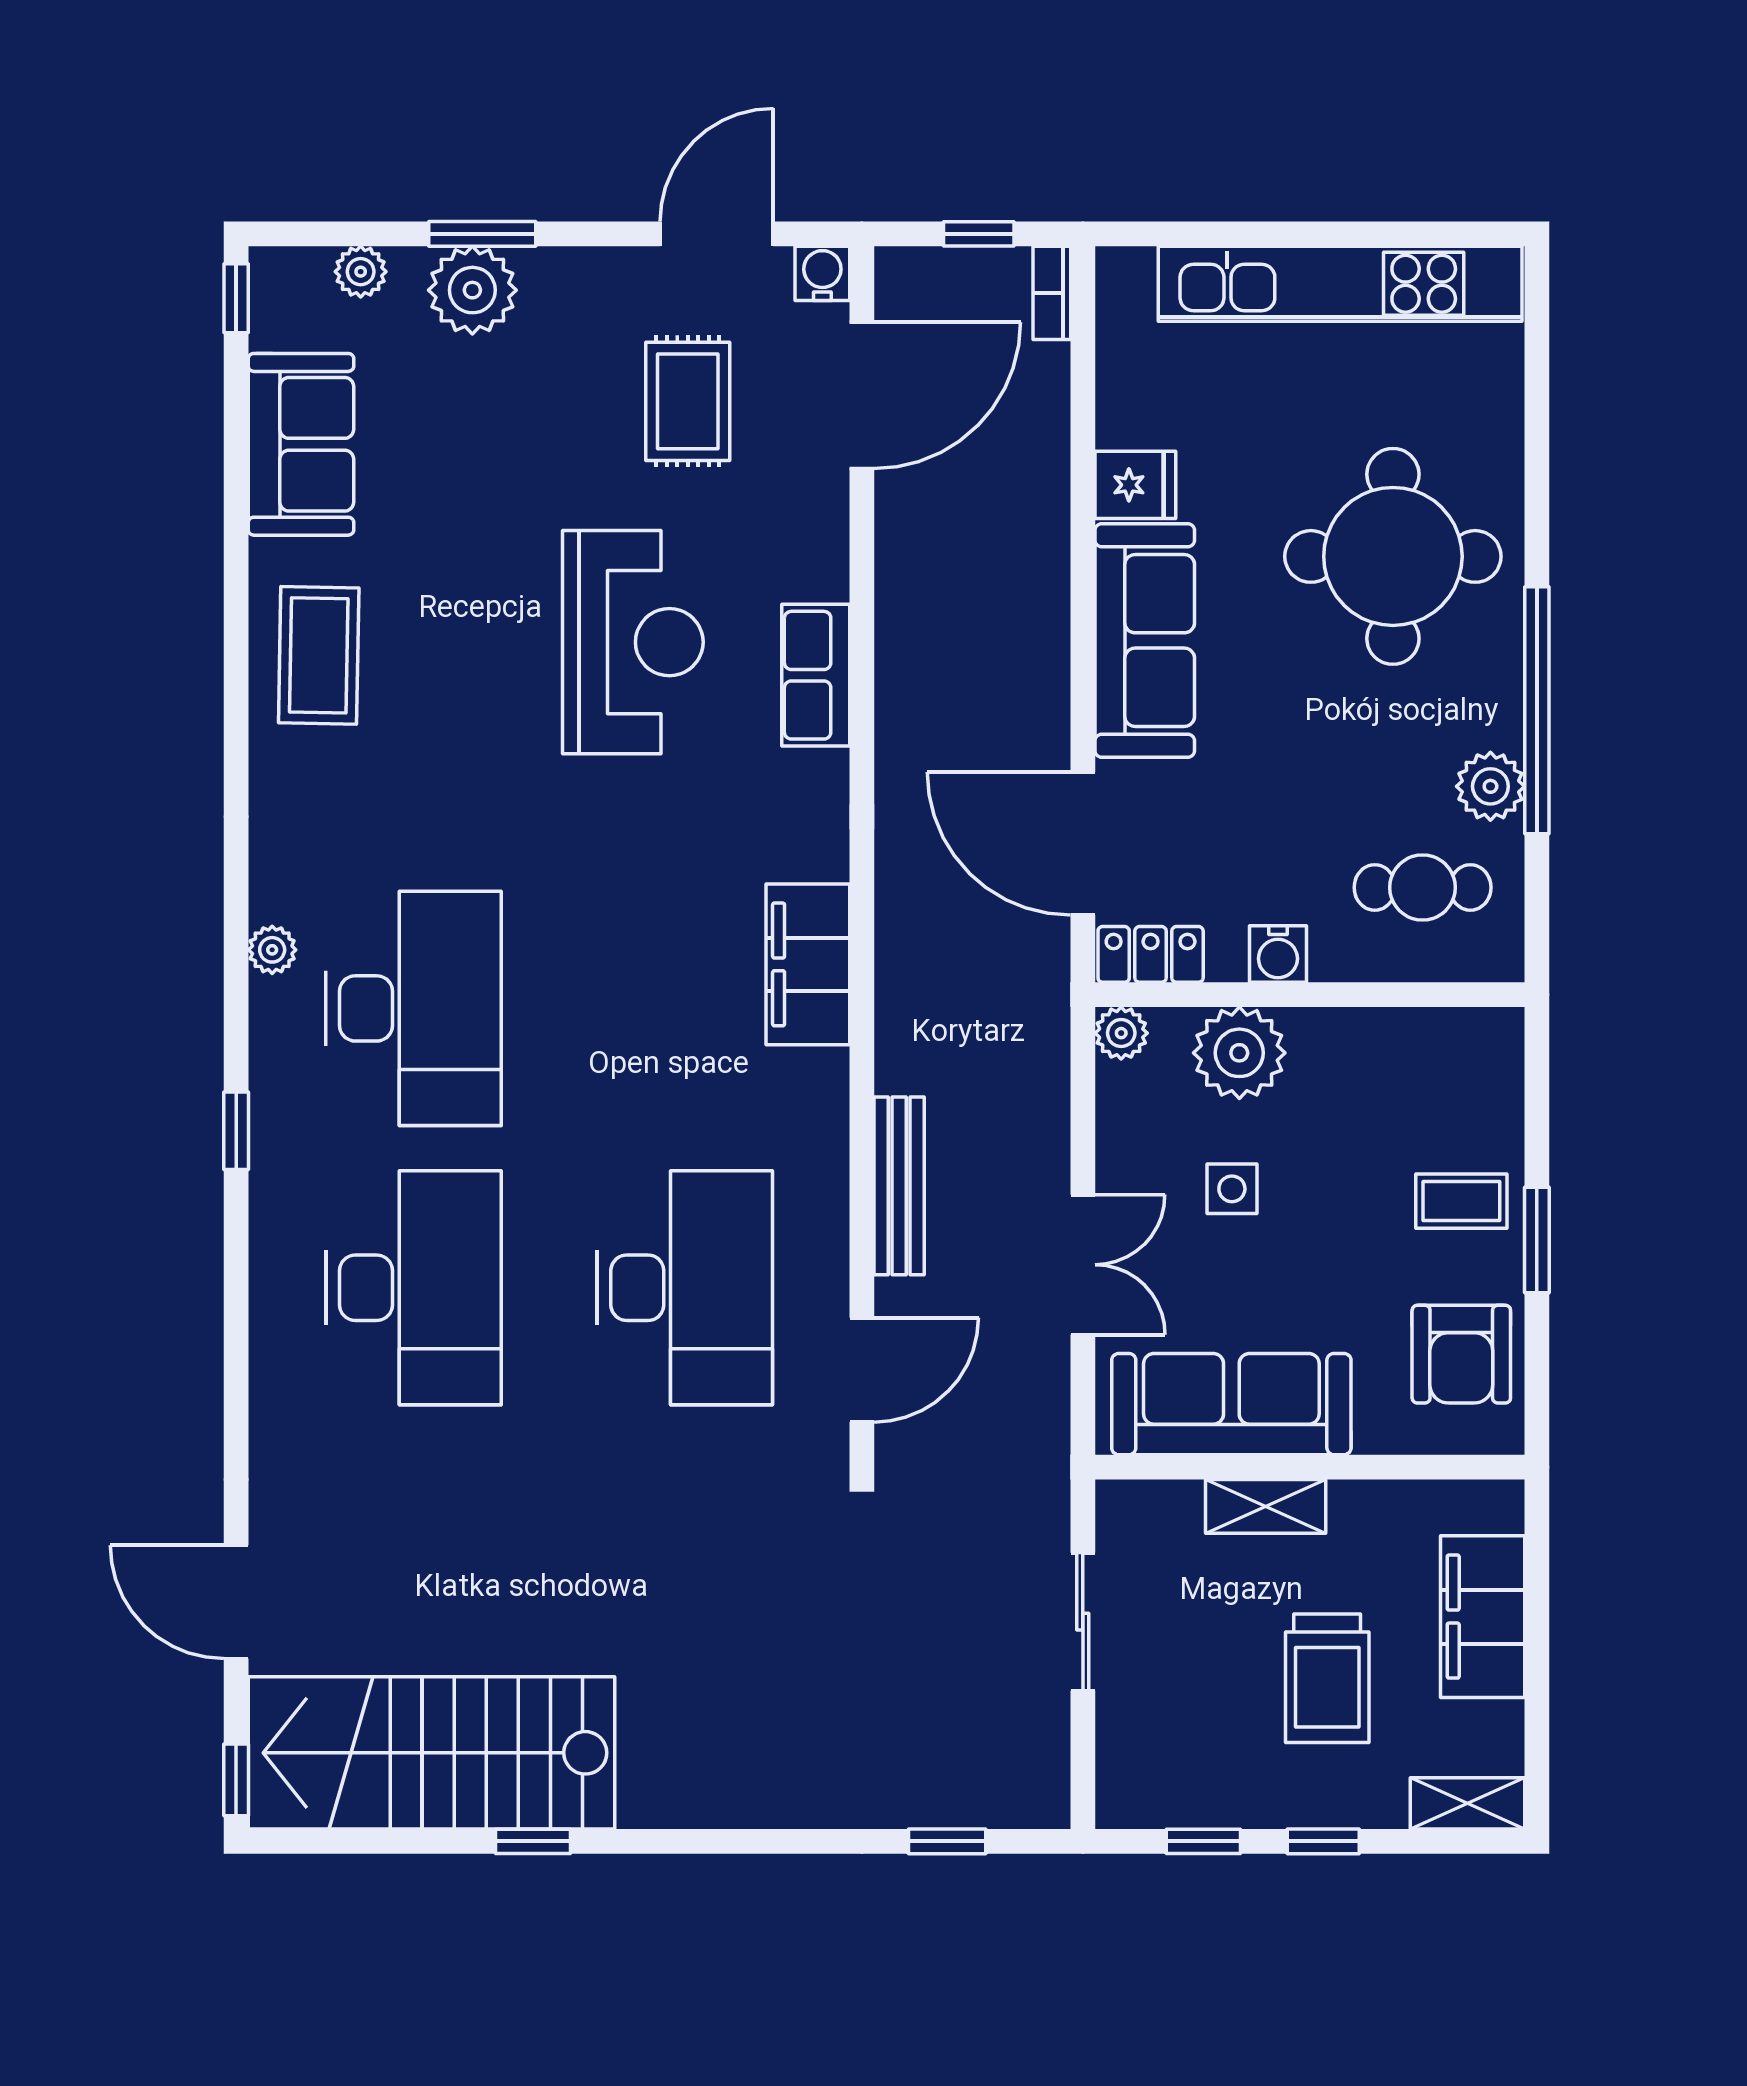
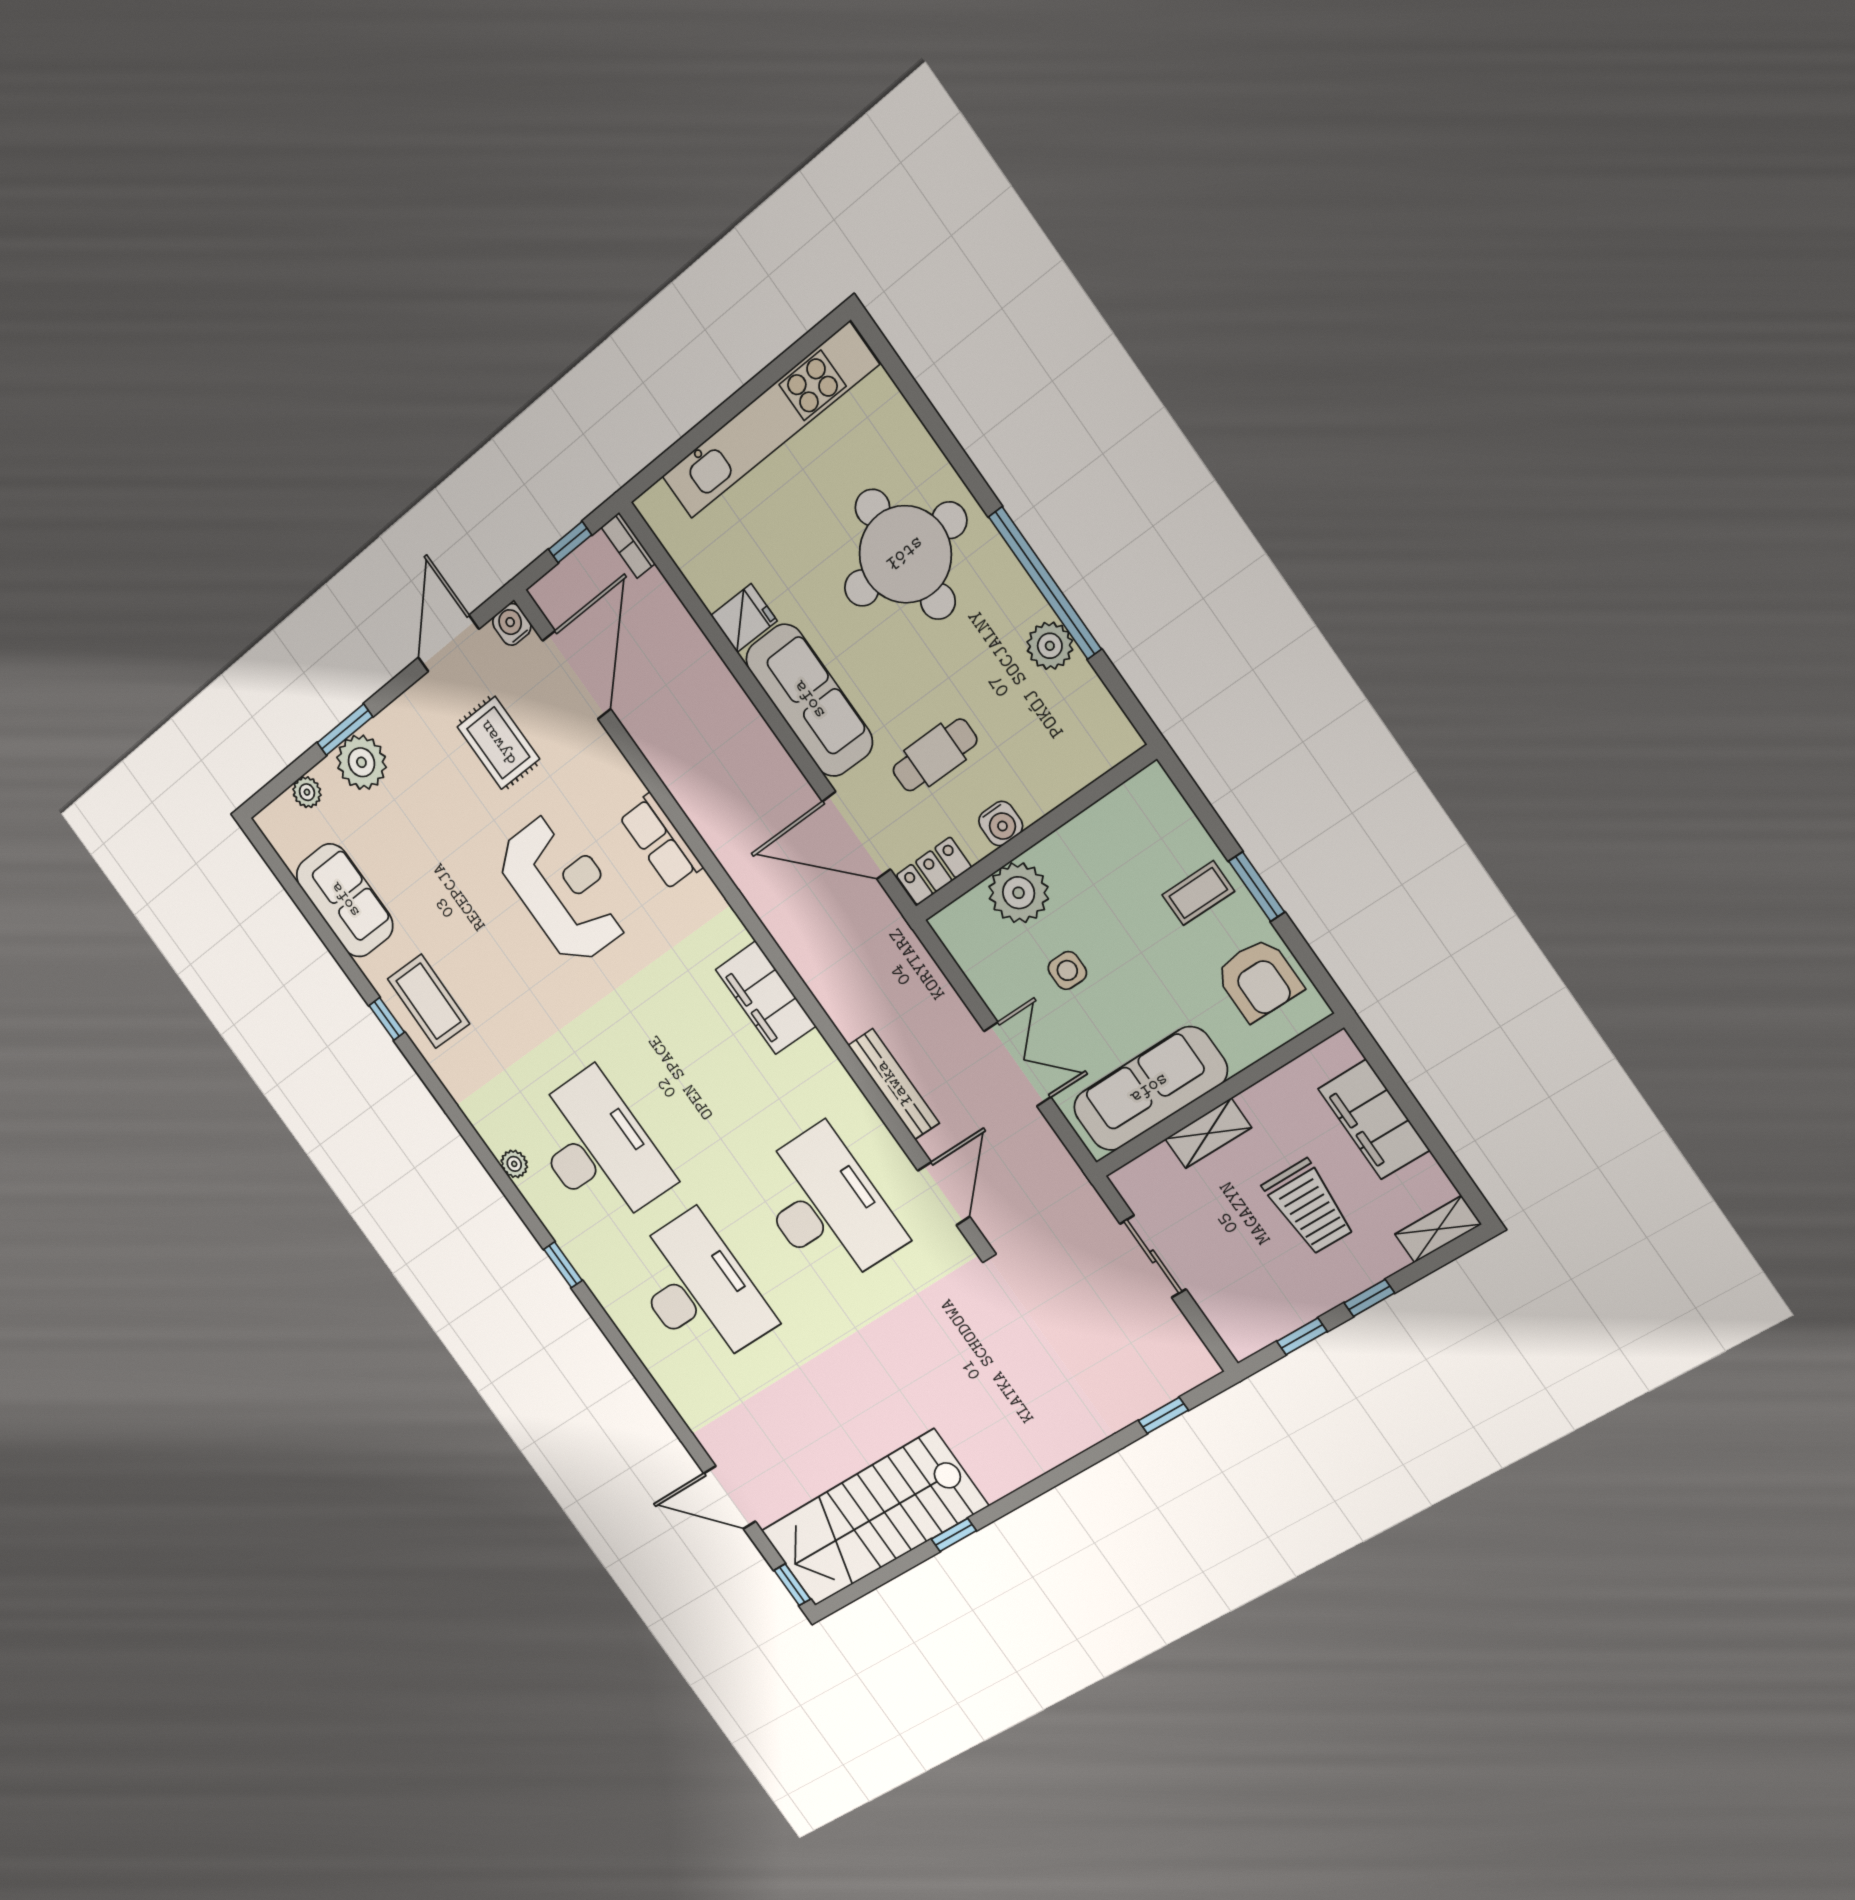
window: (236, 298) -> (387, 1019), moved
cafe table: (1423, 887) -> (935, 755), moved
plant: (1121, 1033) -> (949, 925), removed

